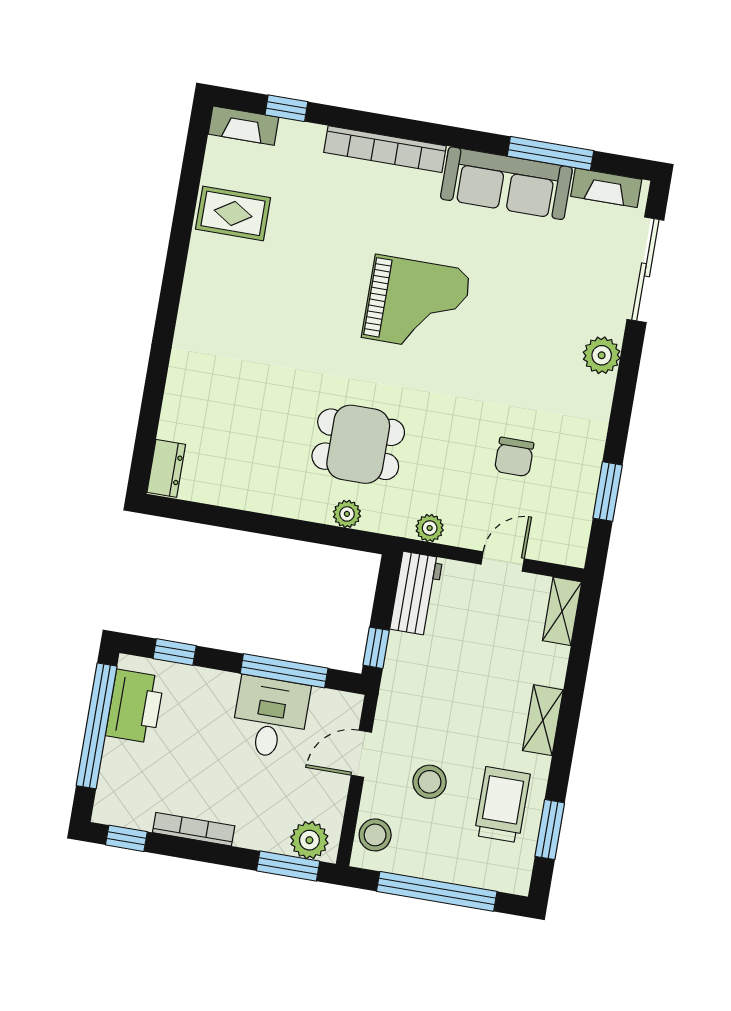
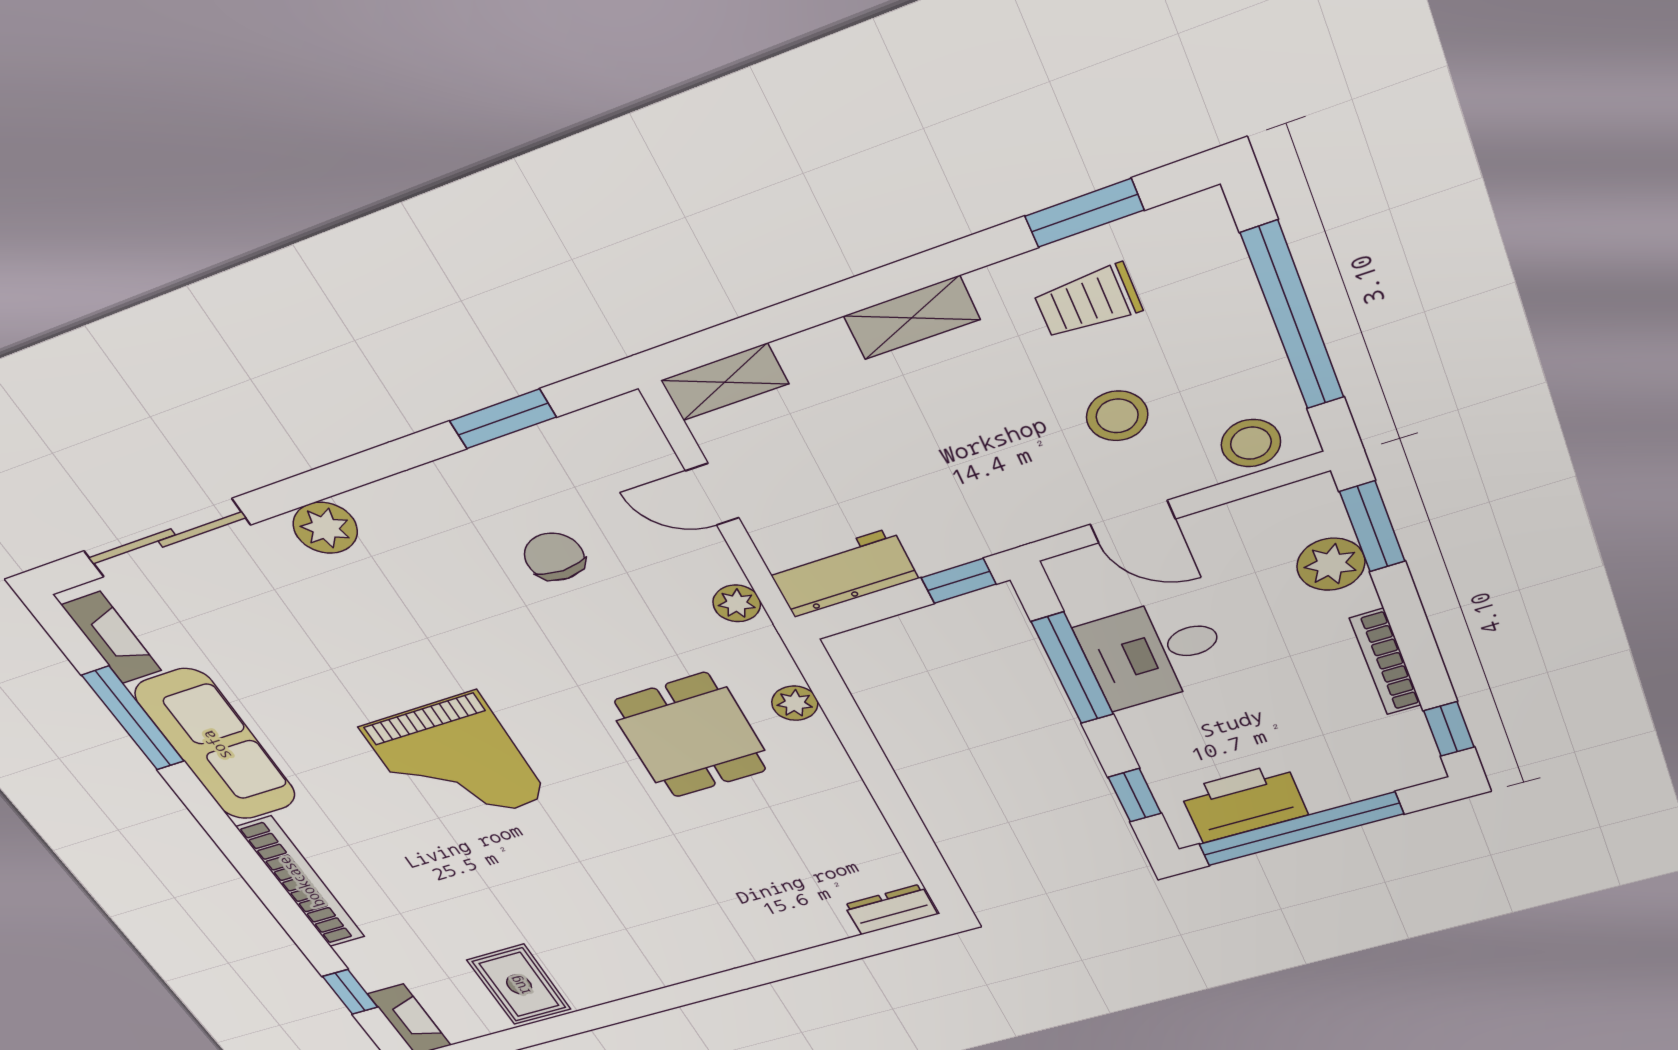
grand piano: (416, 304) -> (455, 763), turned 180
chair: (514, 457) -> (554, 557), turned -90
trolley: (502, 805) -> (1088, 301), width x0.73, depth x0.72
plant: (309, 840) -> (1331, 564), moved

